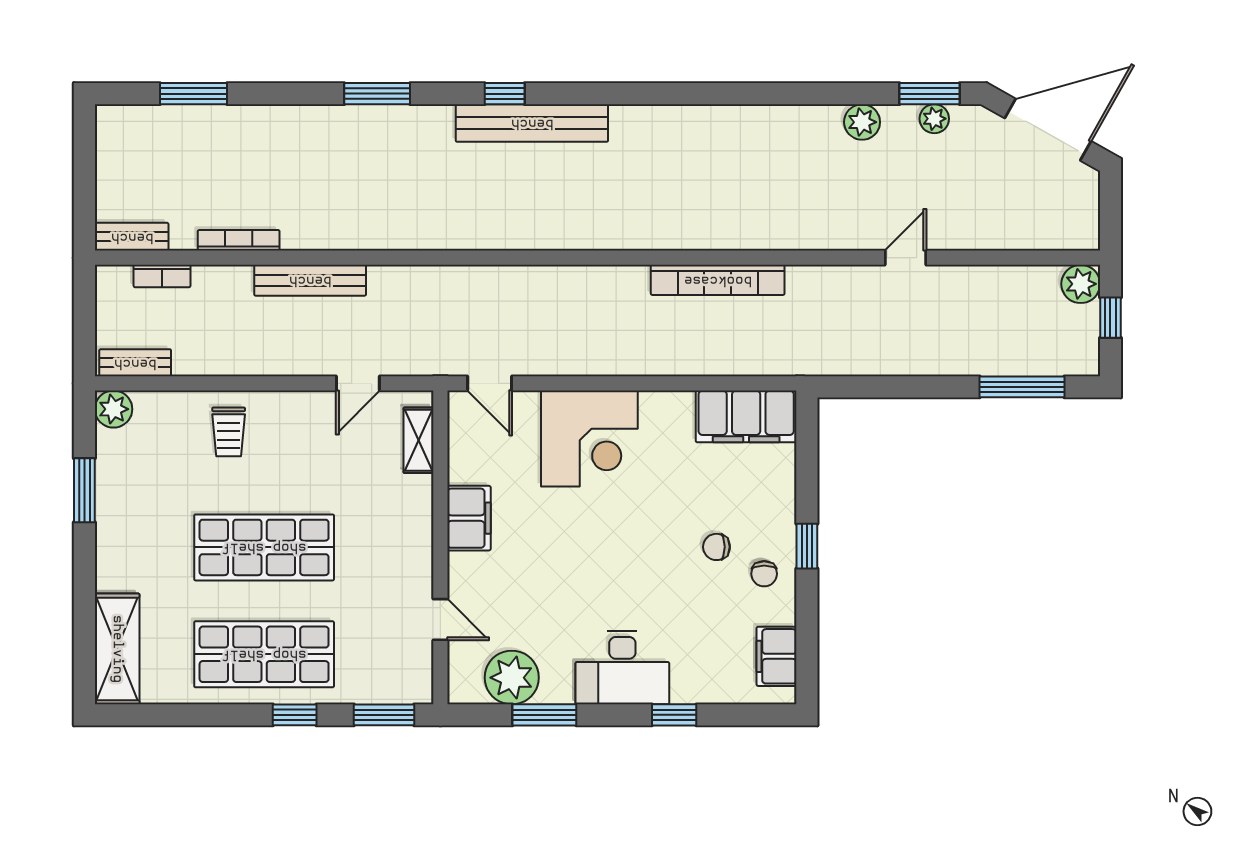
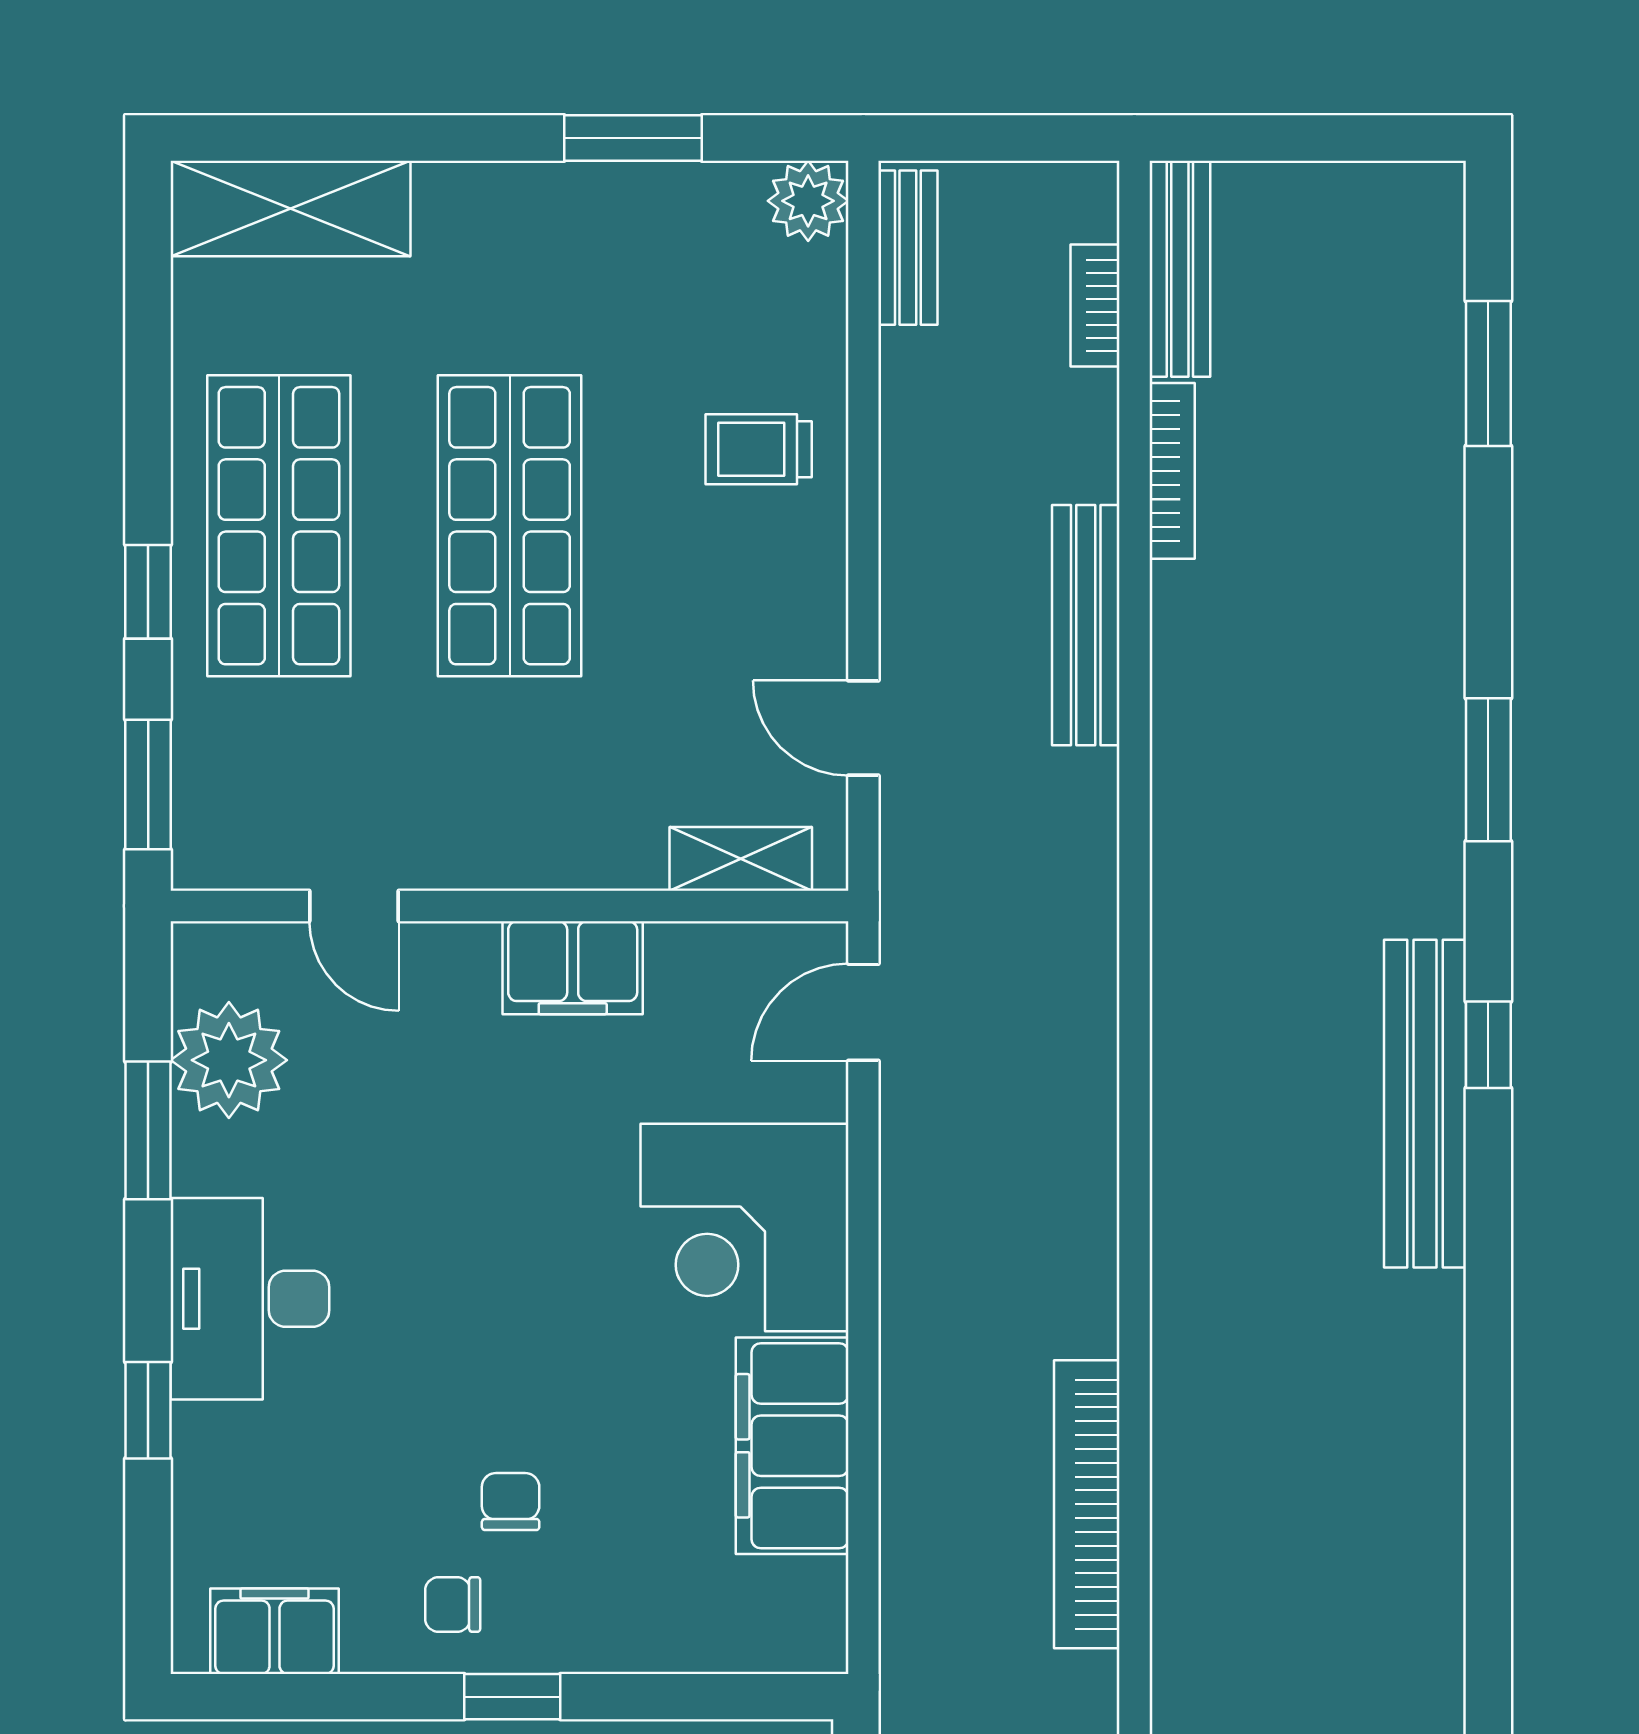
bench: (132, 237) -> (1180, 269), width x1.36
filing cabinet: (746, 416) -> (792, 1446), moved
door: (440, 619) -> (354, 906), hinge flipped

